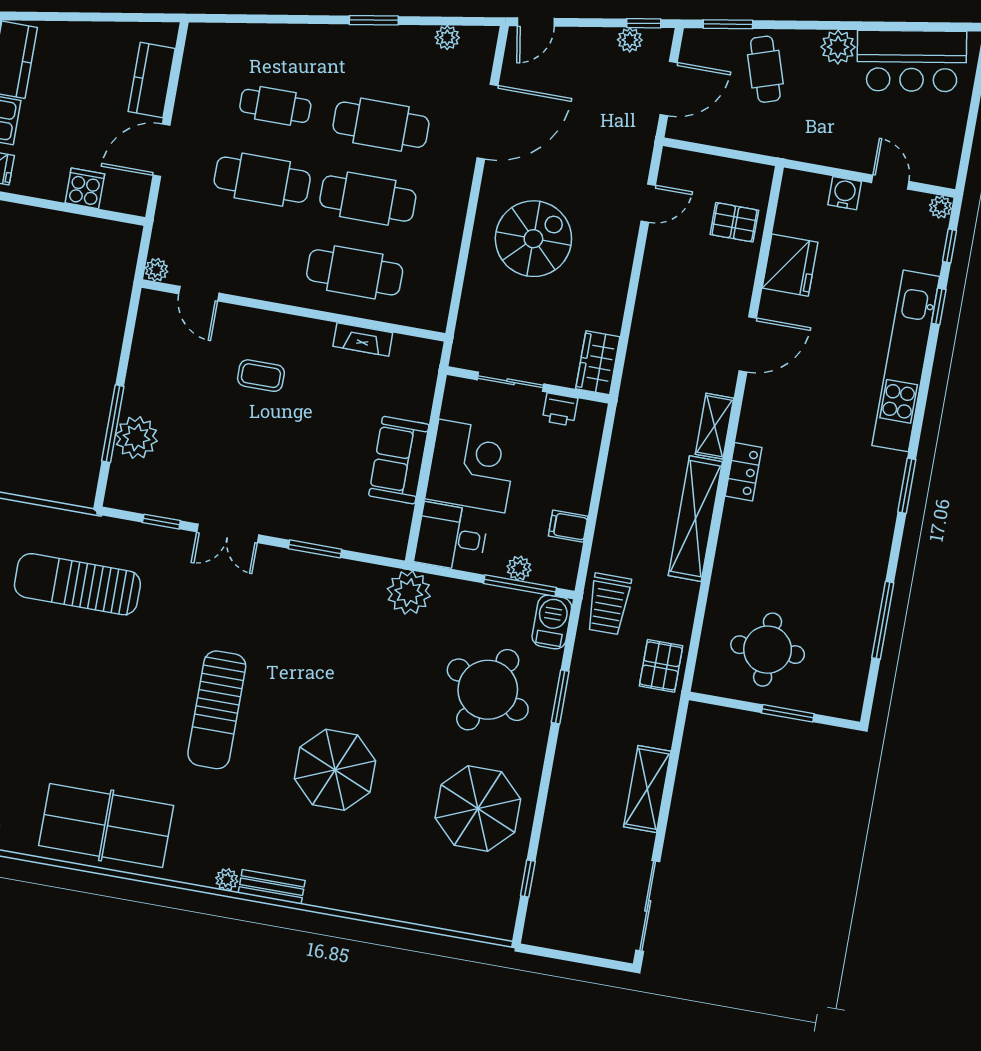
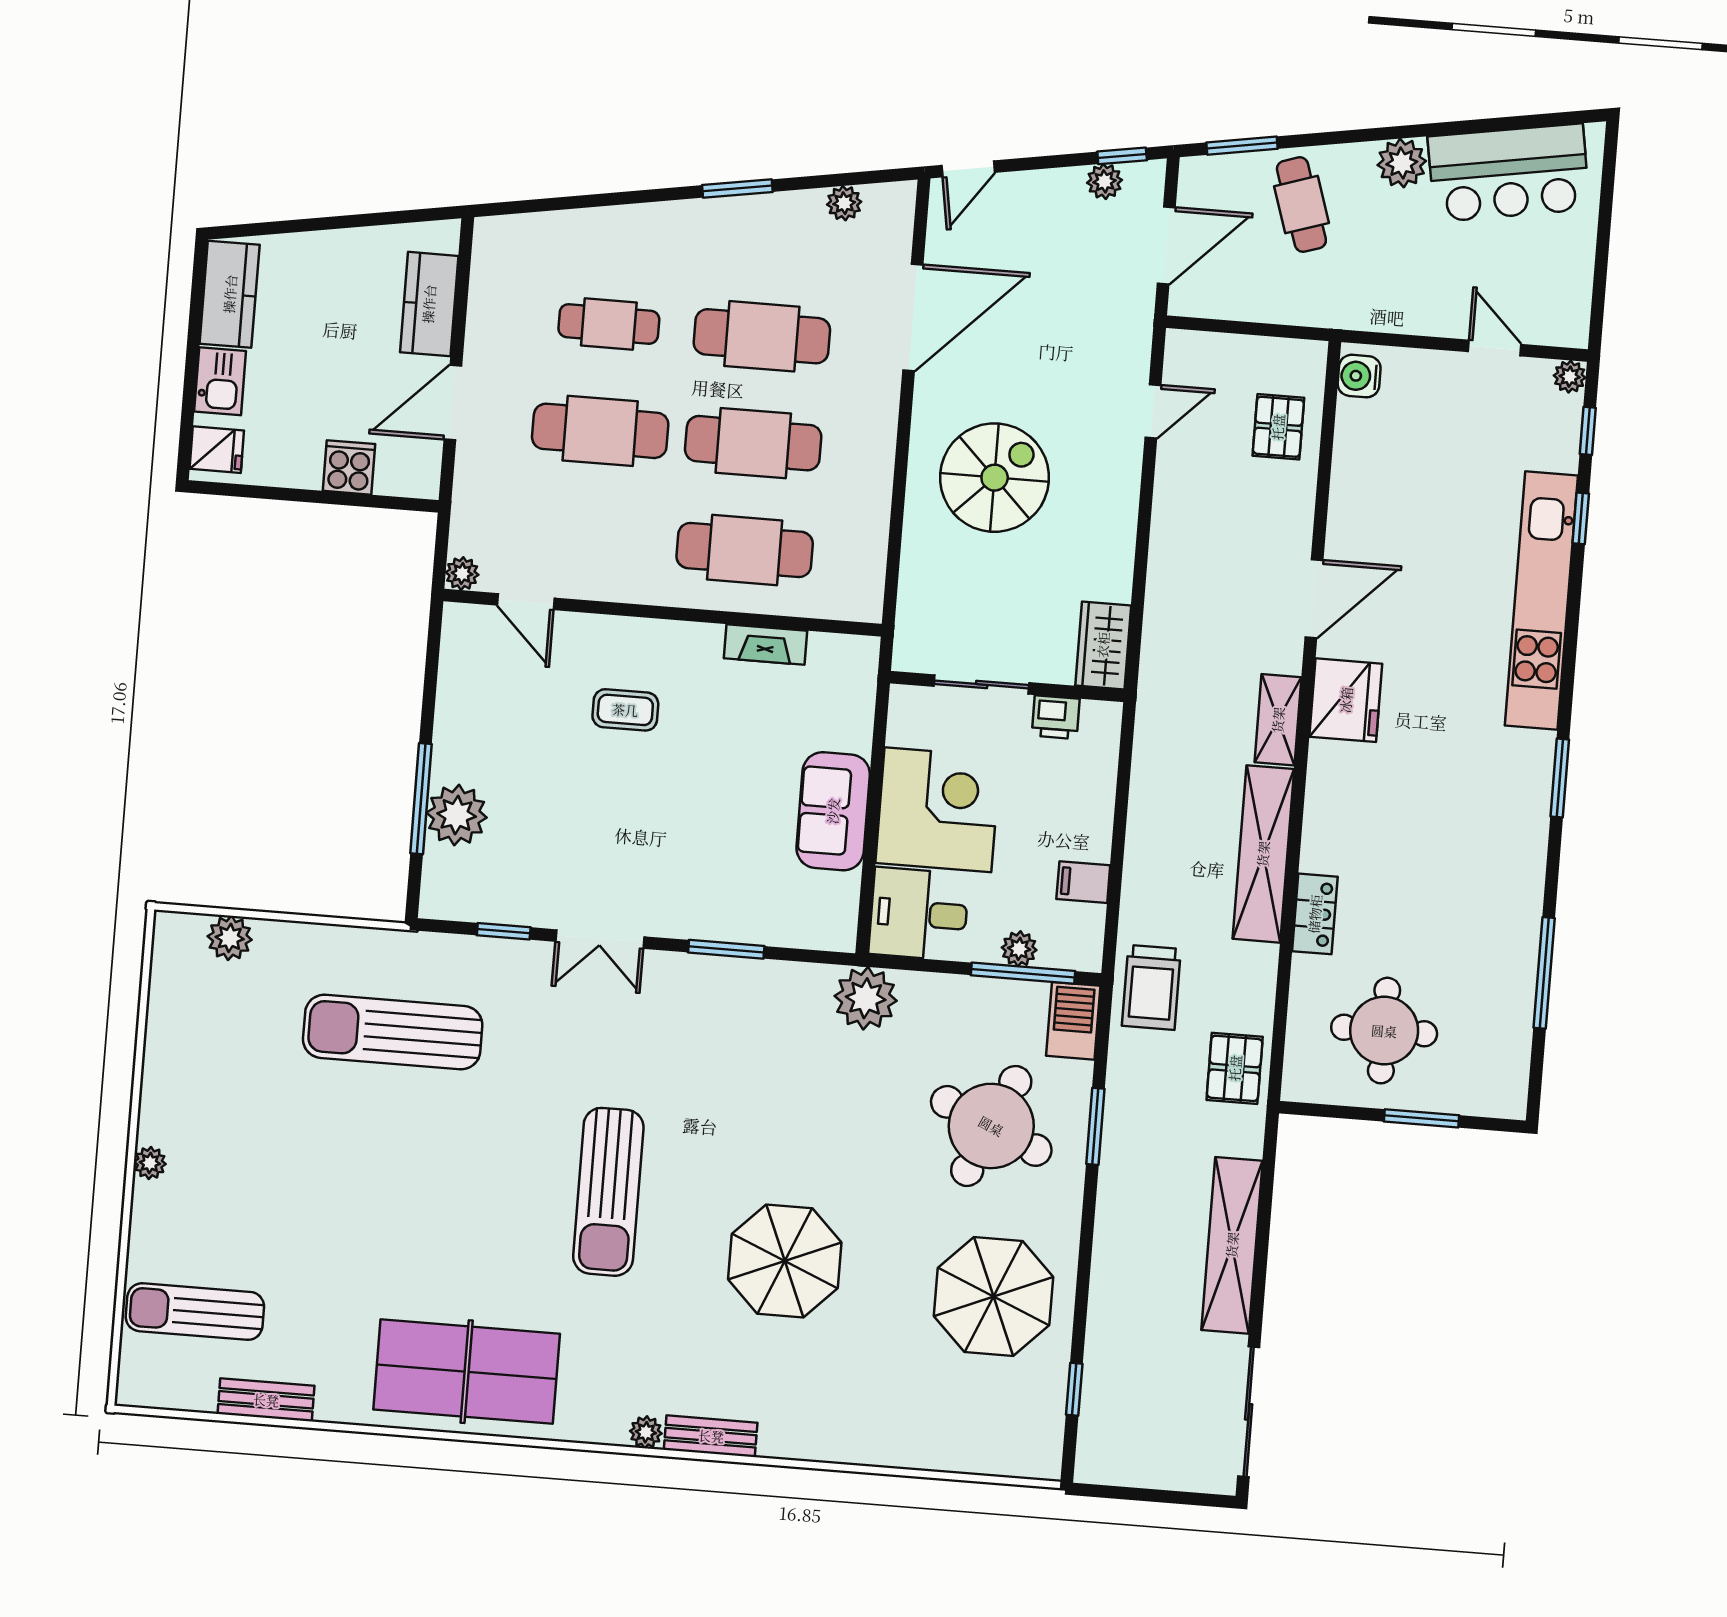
water cooler: (845, 193) -> (1359, 376), moved, turned -90
pallet: (734, 222) -> (1278, 427), turned 90
fridge: (790, 265) -> (1346, 700), moved
locker: (744, 472) -> (1315, 914), moved
shelving: (647, 789) -> (1232, 1245), width x1.47

